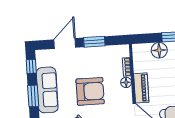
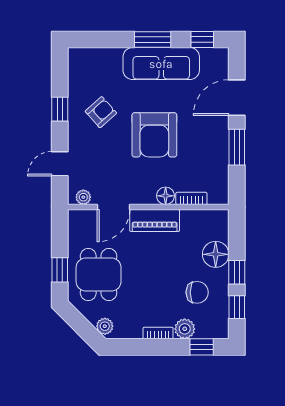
door: (65, 44) -> (237, 98), swing flipped

